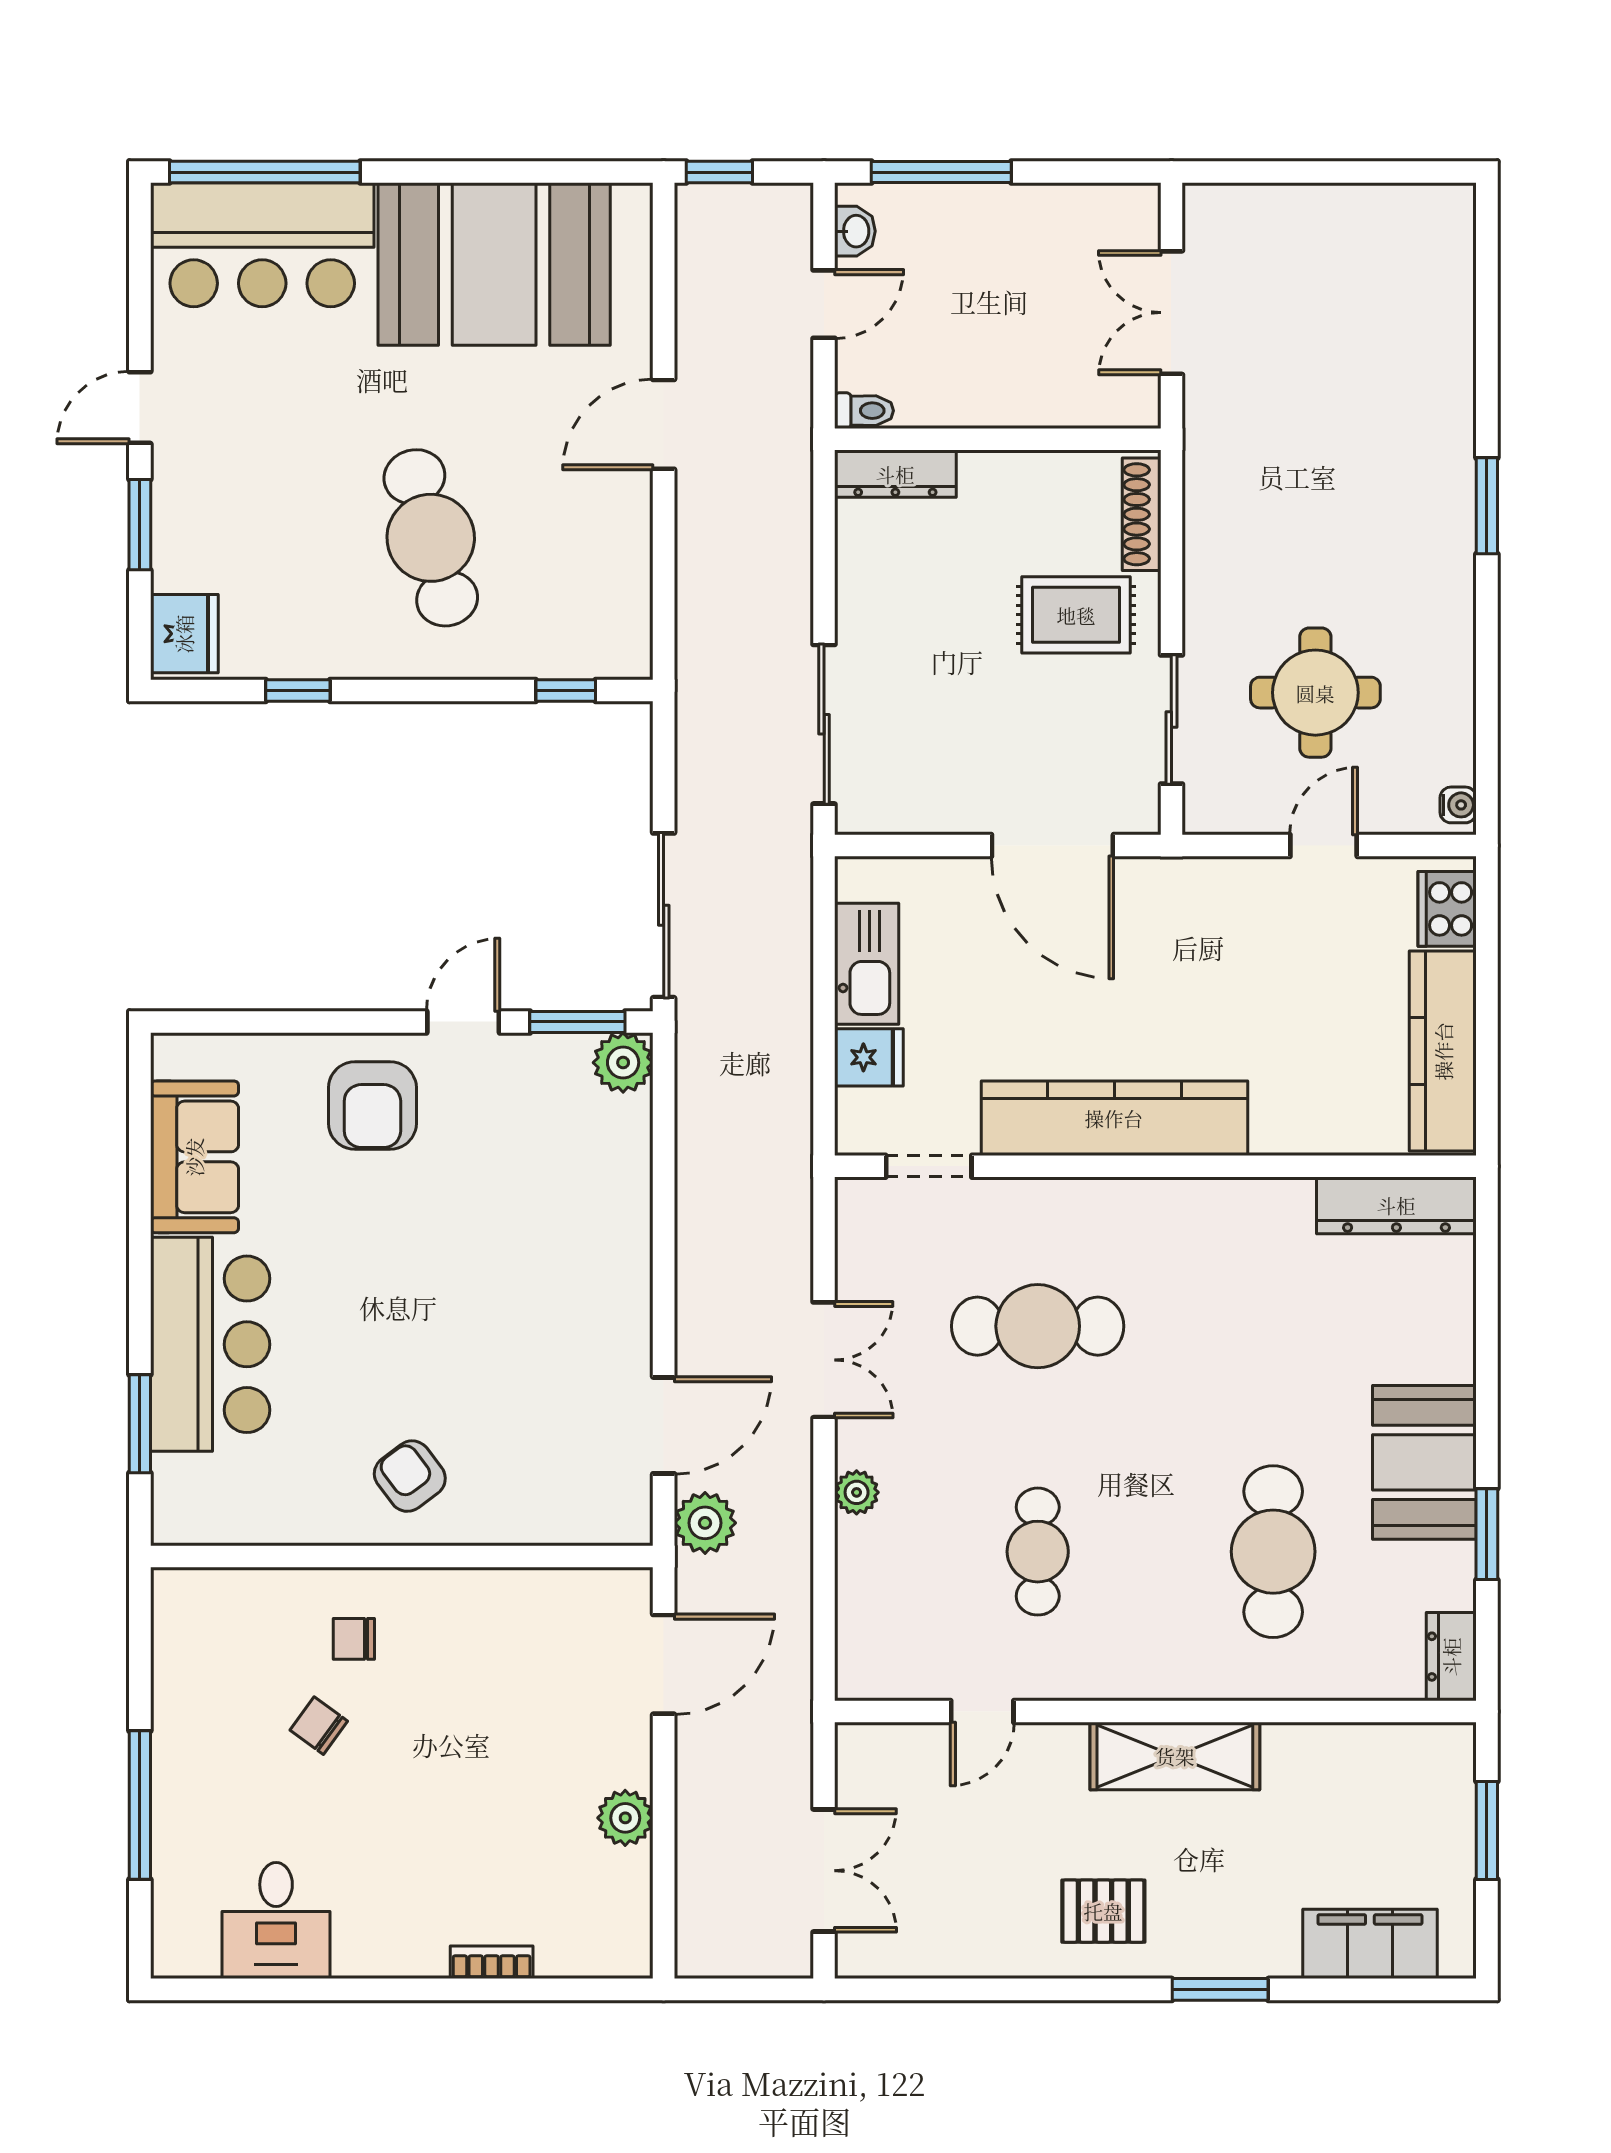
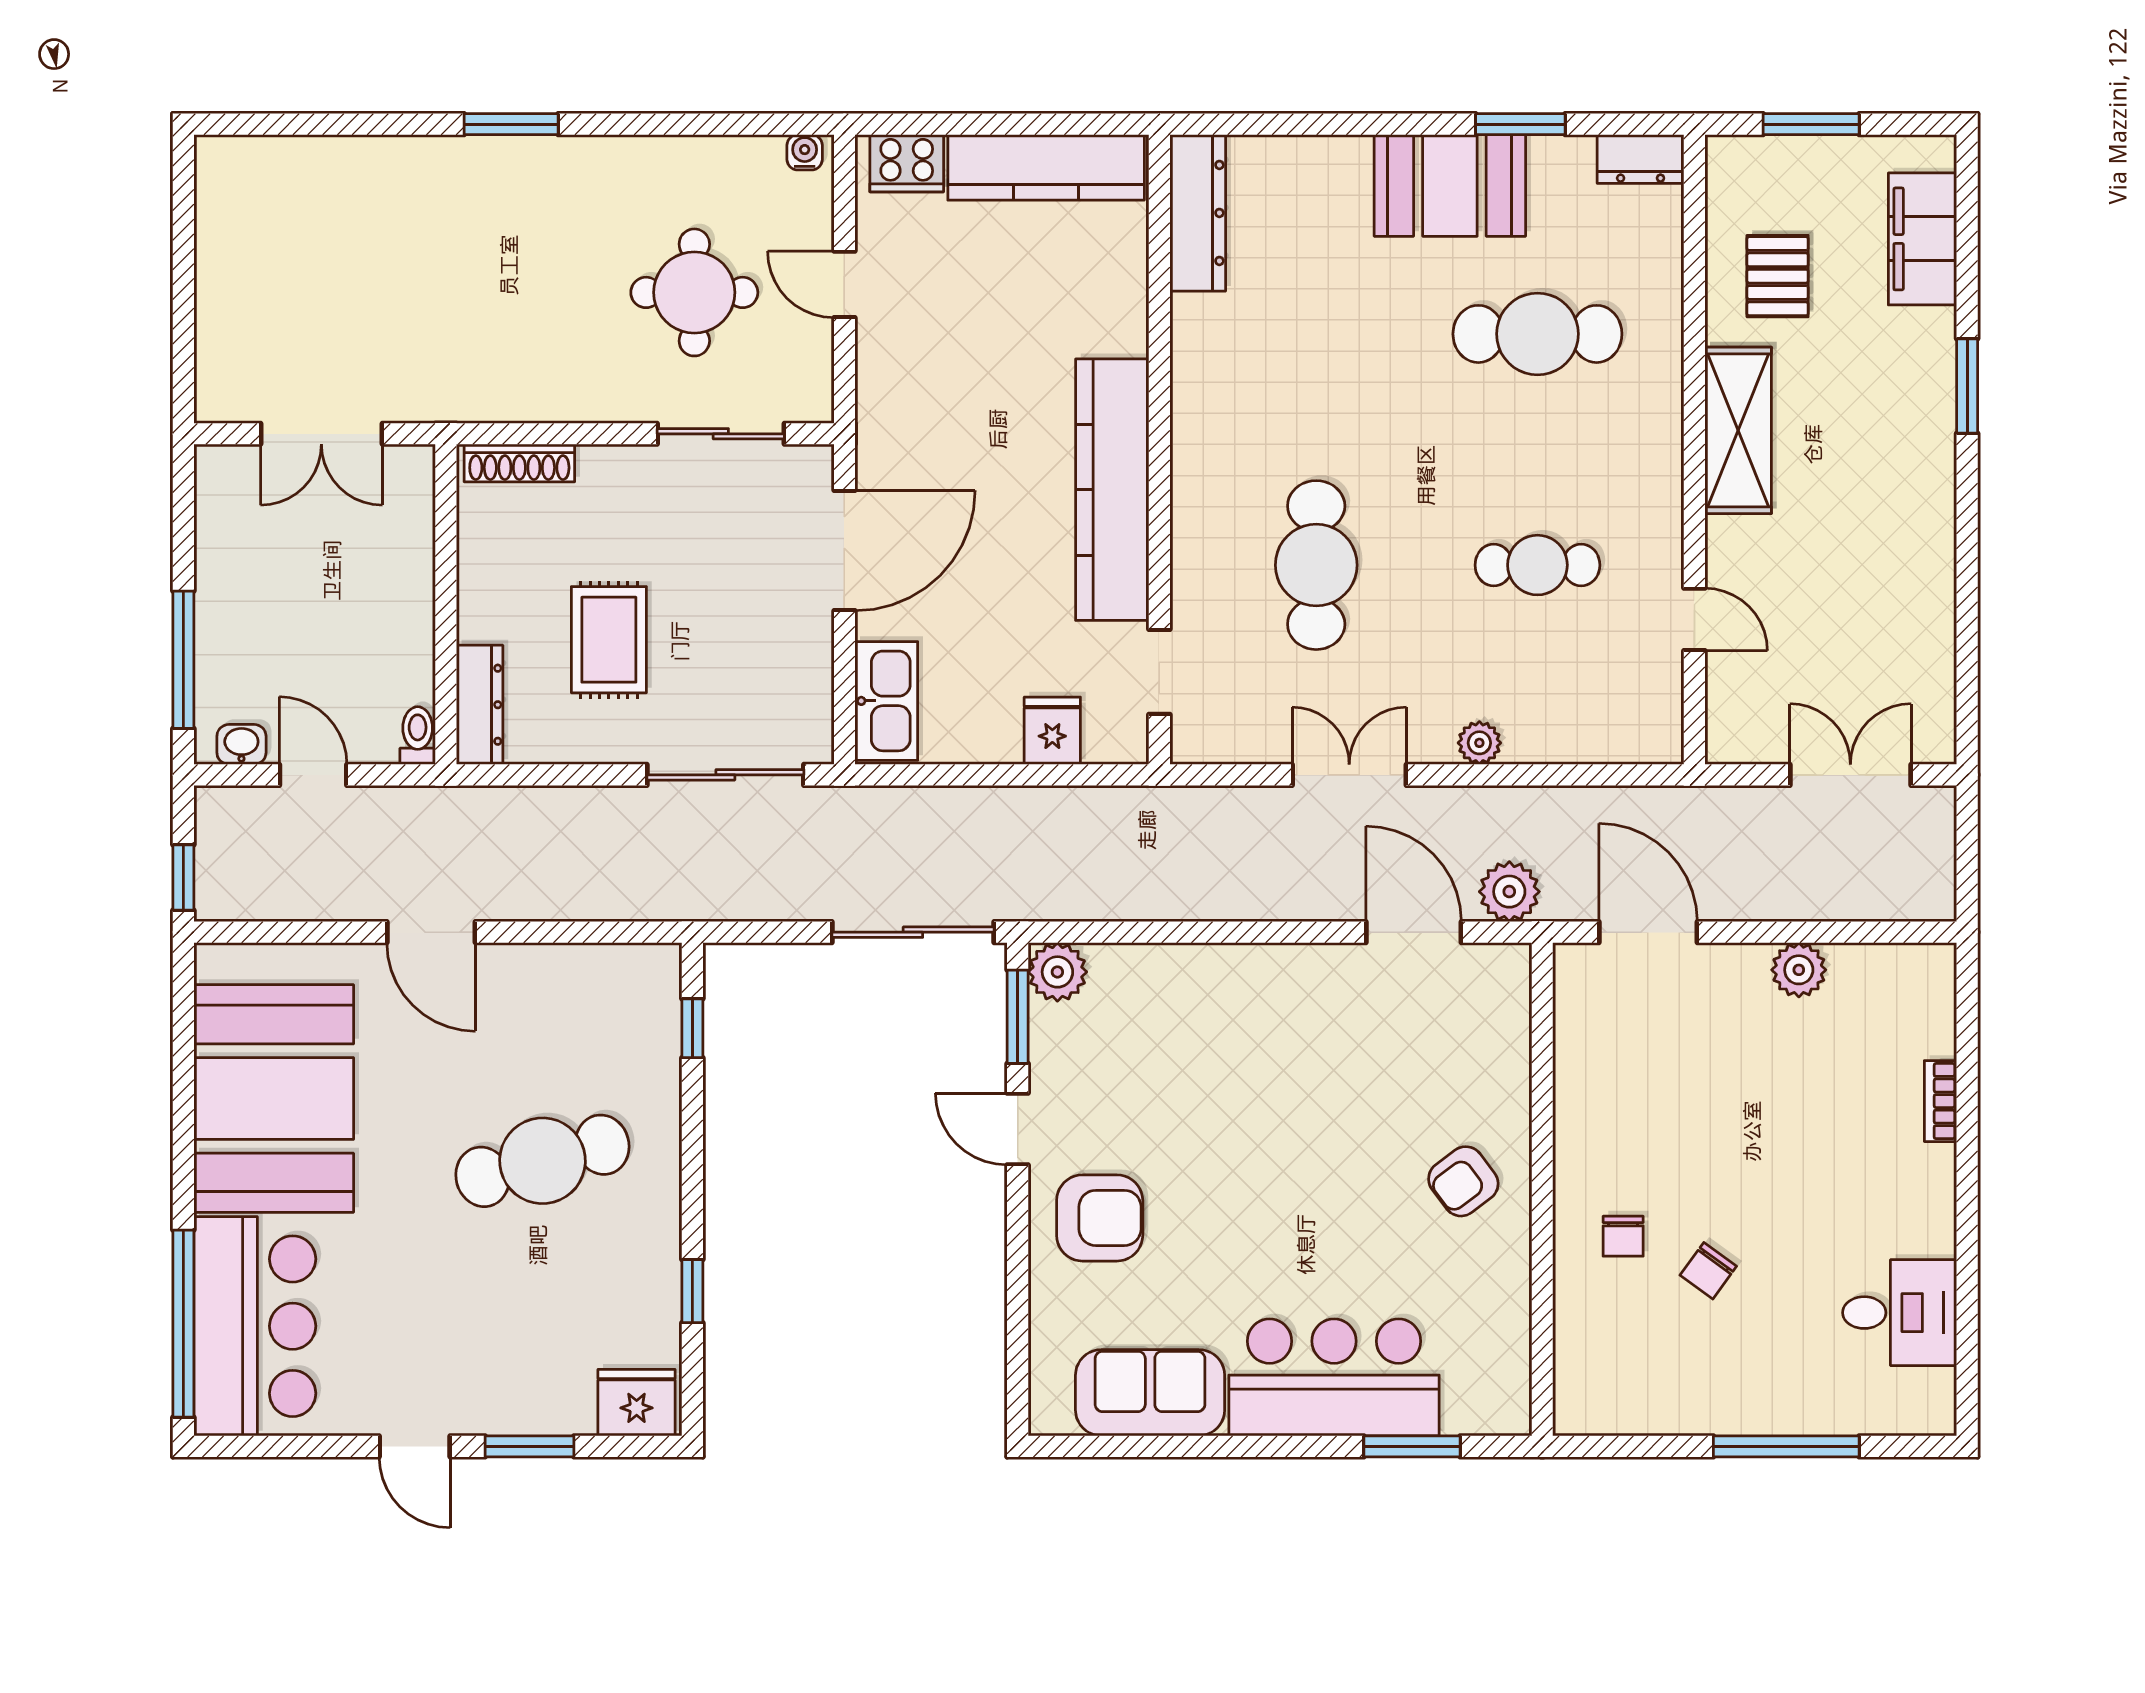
rug: (1076, 615) -> (609, 640), moved
kitchen sink: (867, 964) -> (886, 701), moved, turned 90
pallet: (1103, 1911) -> (1778, 276), moved

